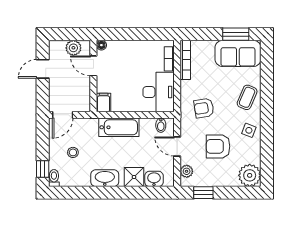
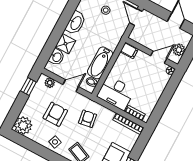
bathtub: (119, 127) -> (100, 63), moved

